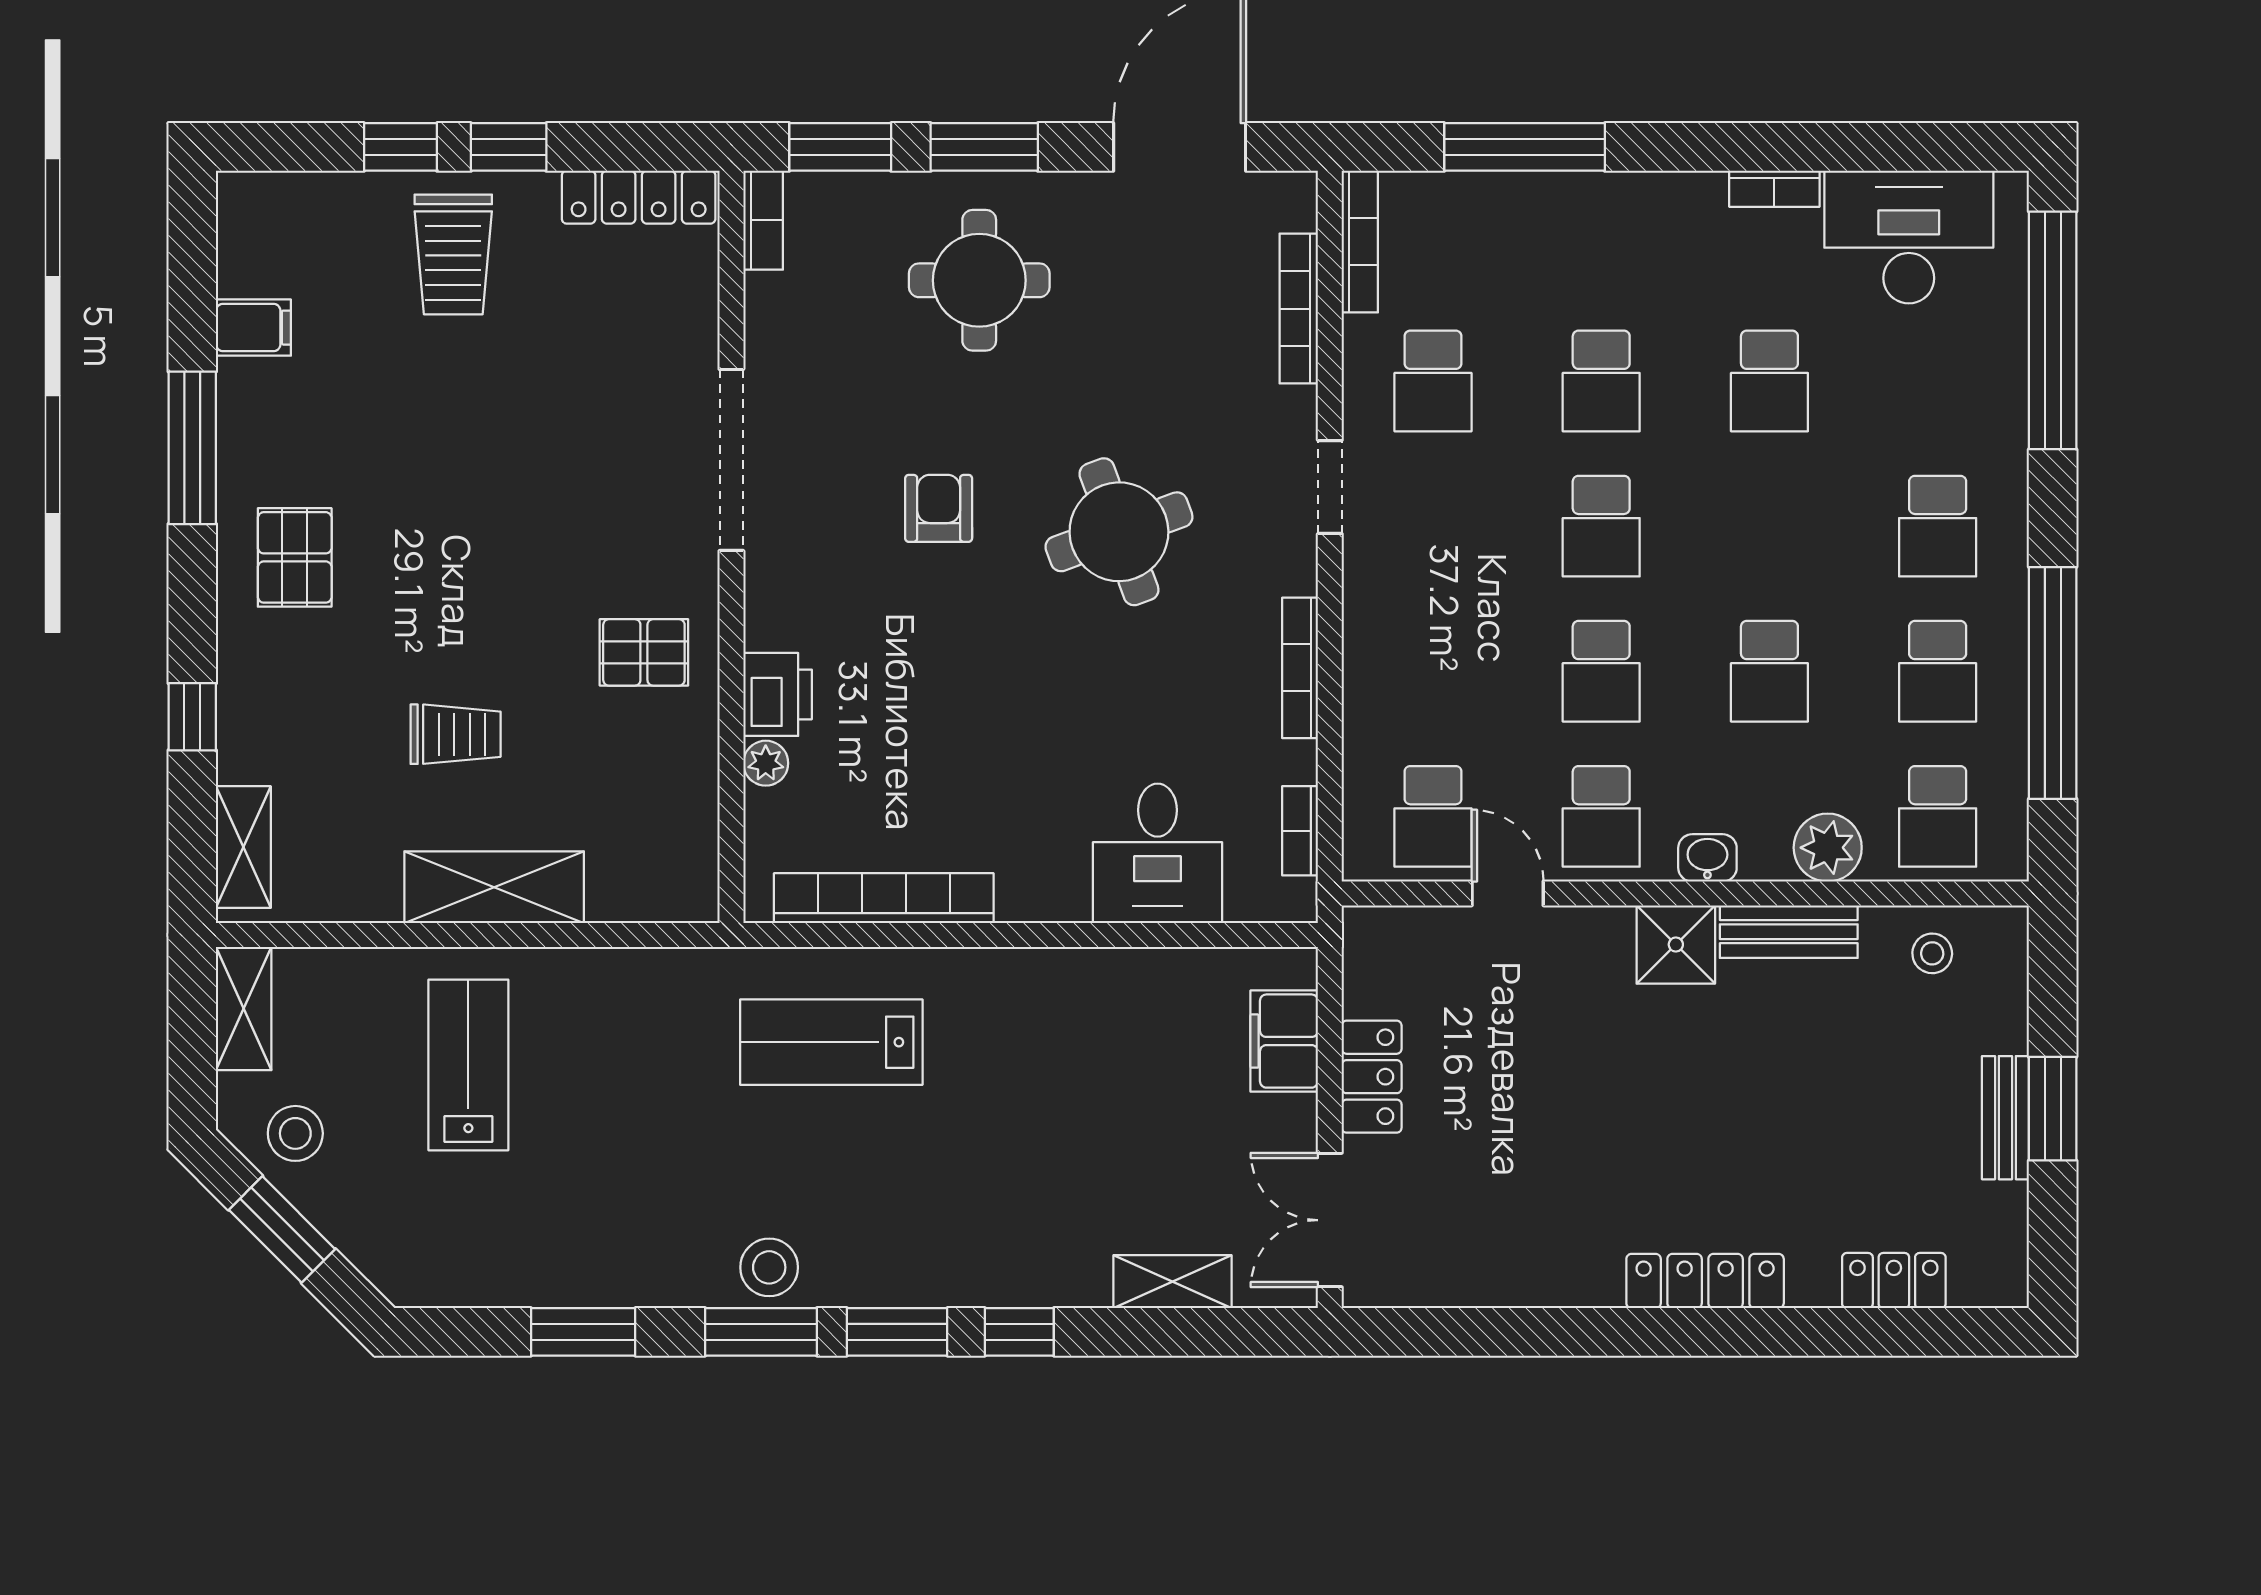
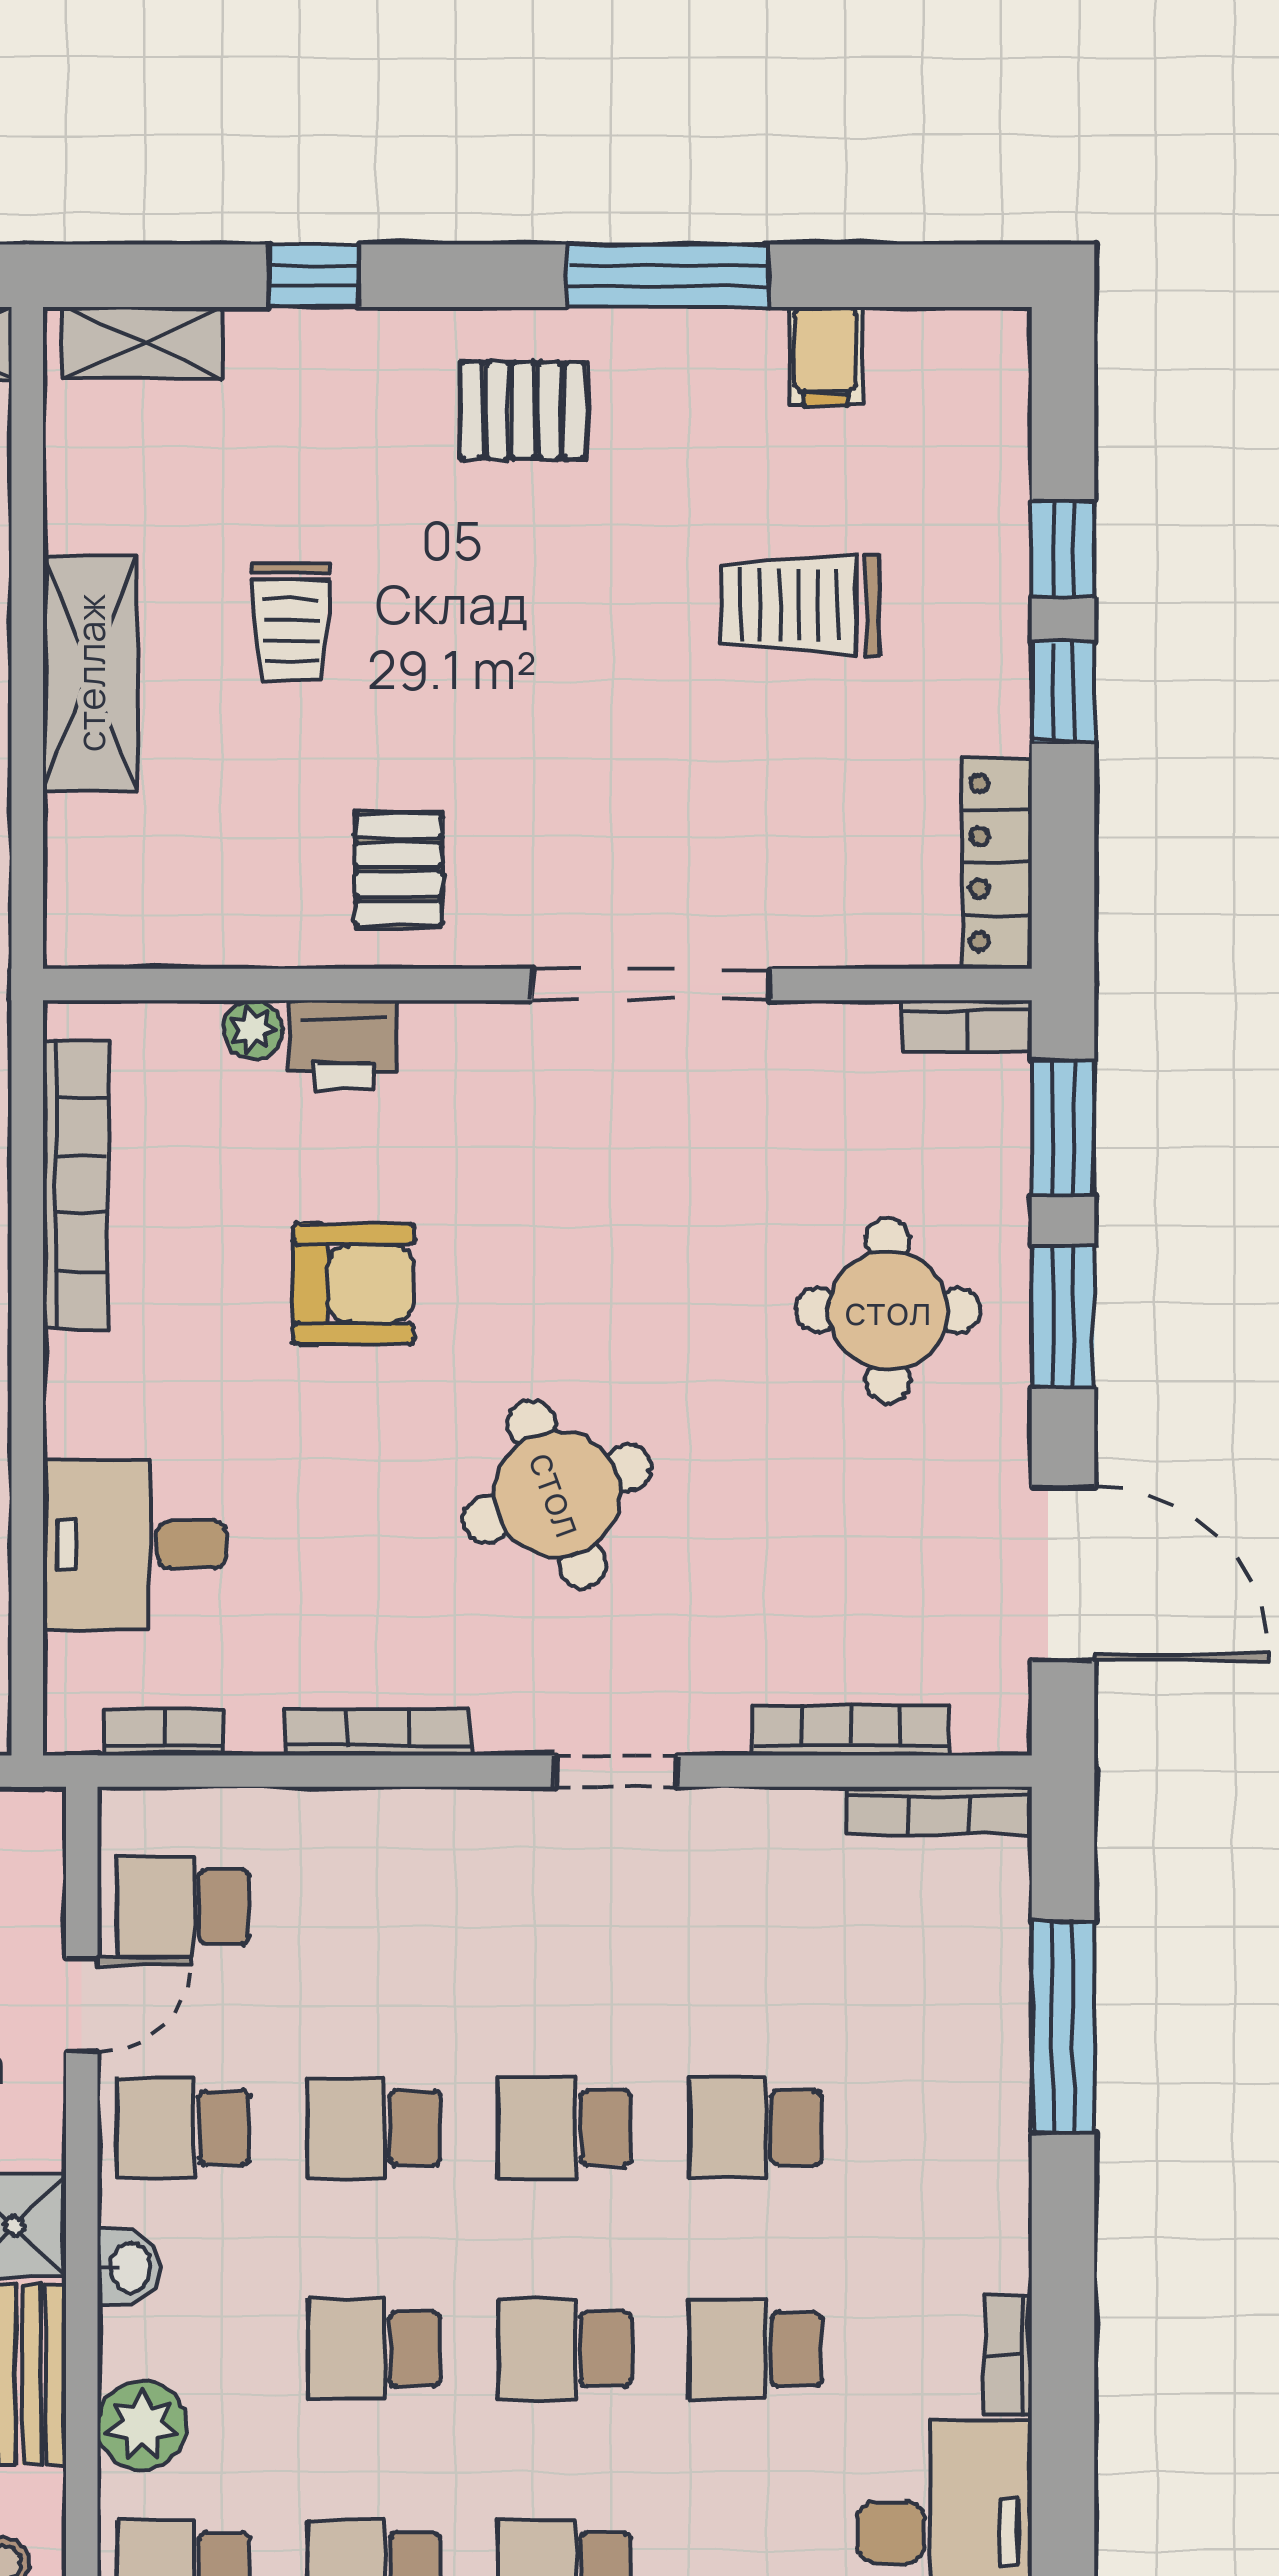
trolley: (453, 254) -> (800, 605), moved
school desk: (1433, 381) -> (565, 2349), moved
armchair: (939, 508) -> (354, 1284), moved, width x1.38, depth x1.38

